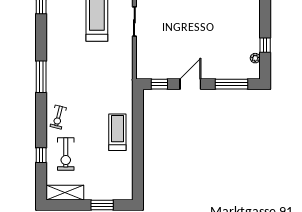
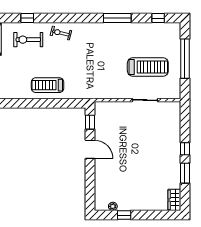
window: (41, 77) -> (117, 18), moved
window: (232, 84) -> (90, 186), removed
treadmill: (117, 132) -> (48, 85), turned 180

